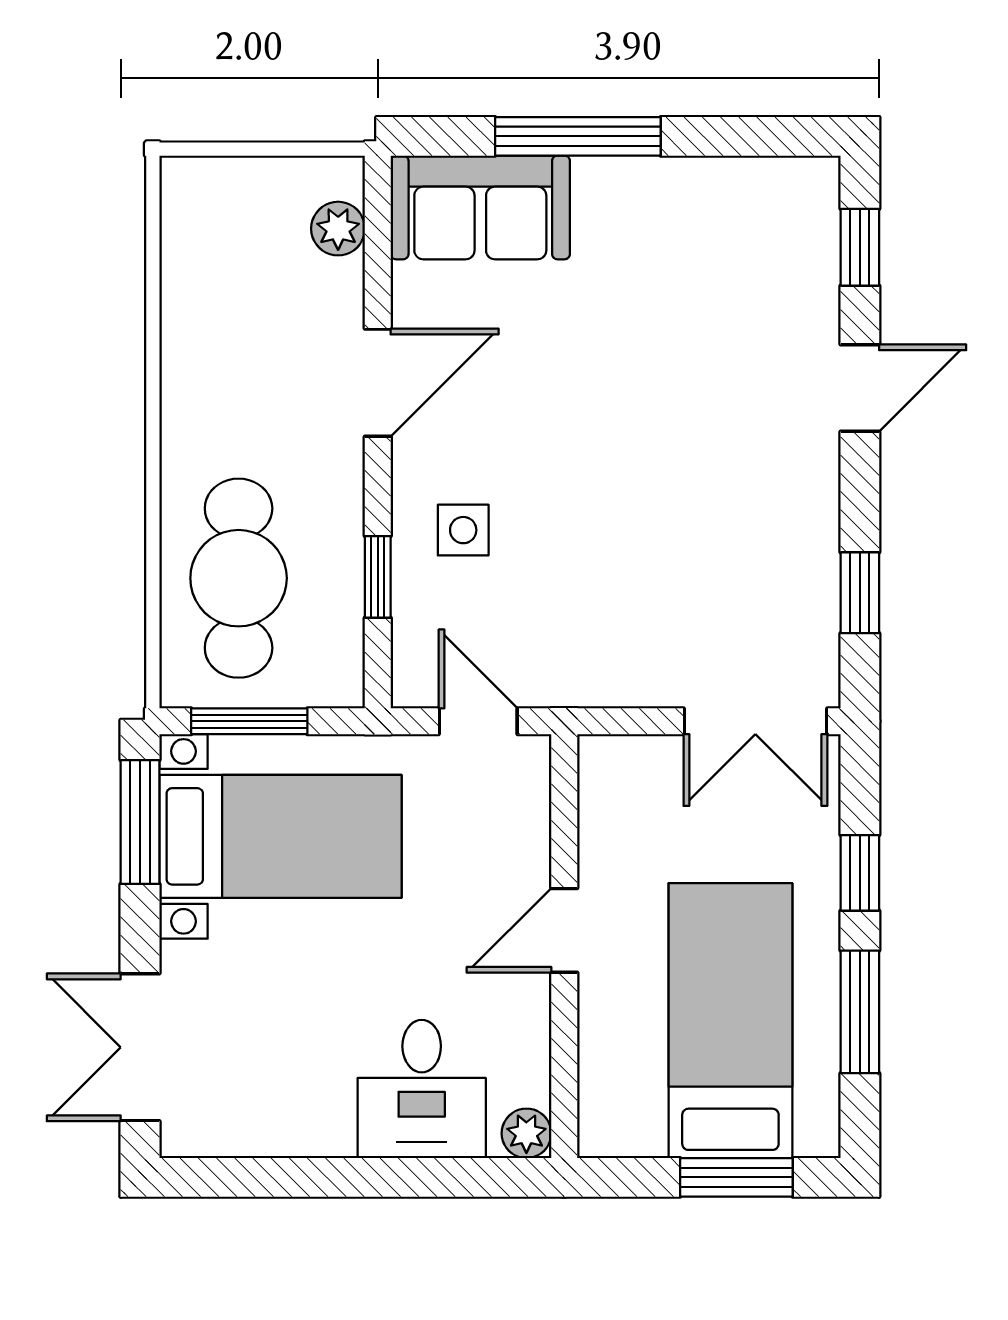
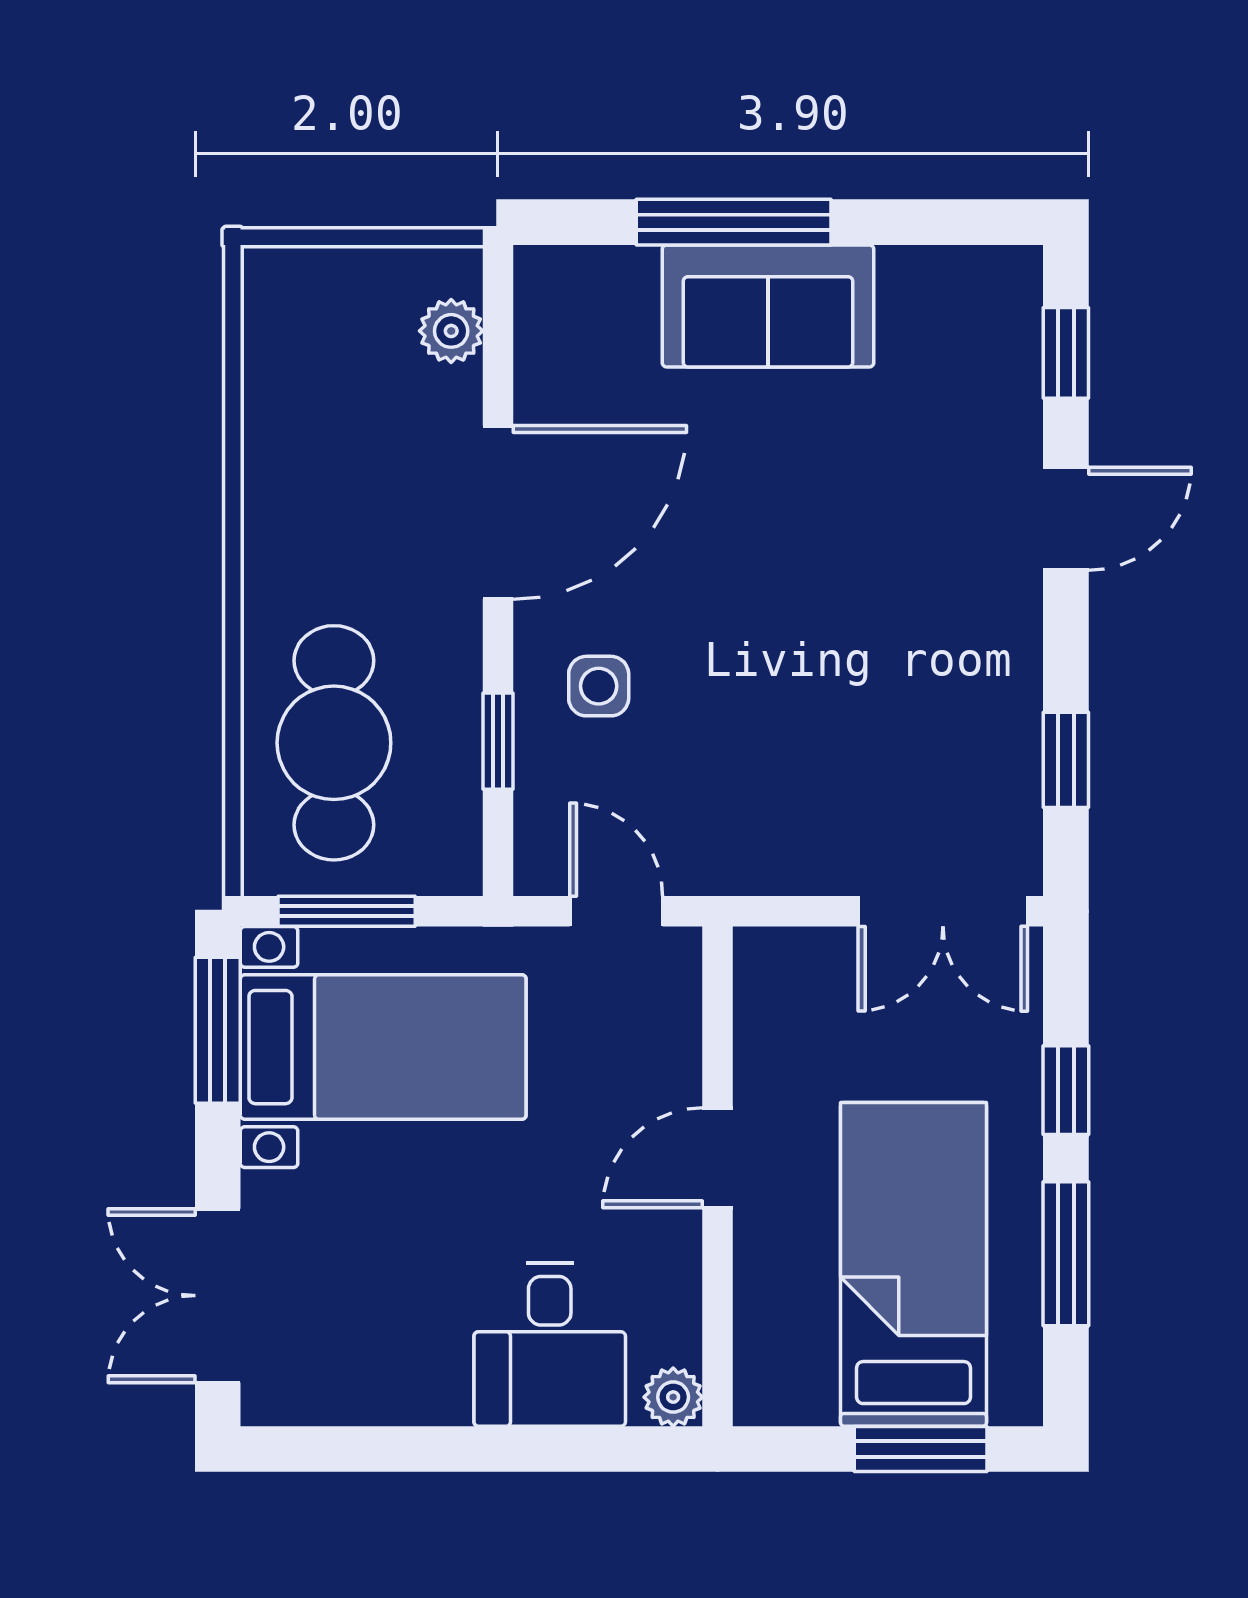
sofa: (480, 207) -> (768, 306), moved
door: (378, 383) -> (498, 512), width x1.36

